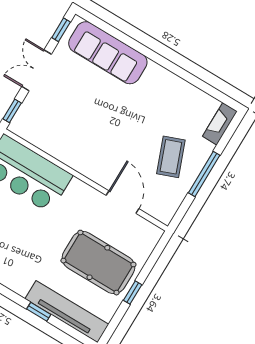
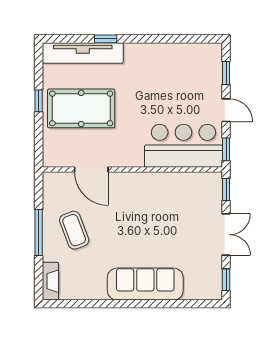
sofa: (108, 53) -> (145, 284), moved

